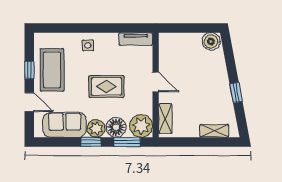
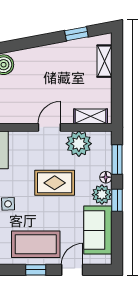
rug: (106, 87) -> (55, 183), turned 90
window: (236, 93) -> (76, 34), moved
plant: (141, 126) -> (79, 144), moved
floor lamp: (116, 127) -> (106, 177), width x0.53, depth x0.53

